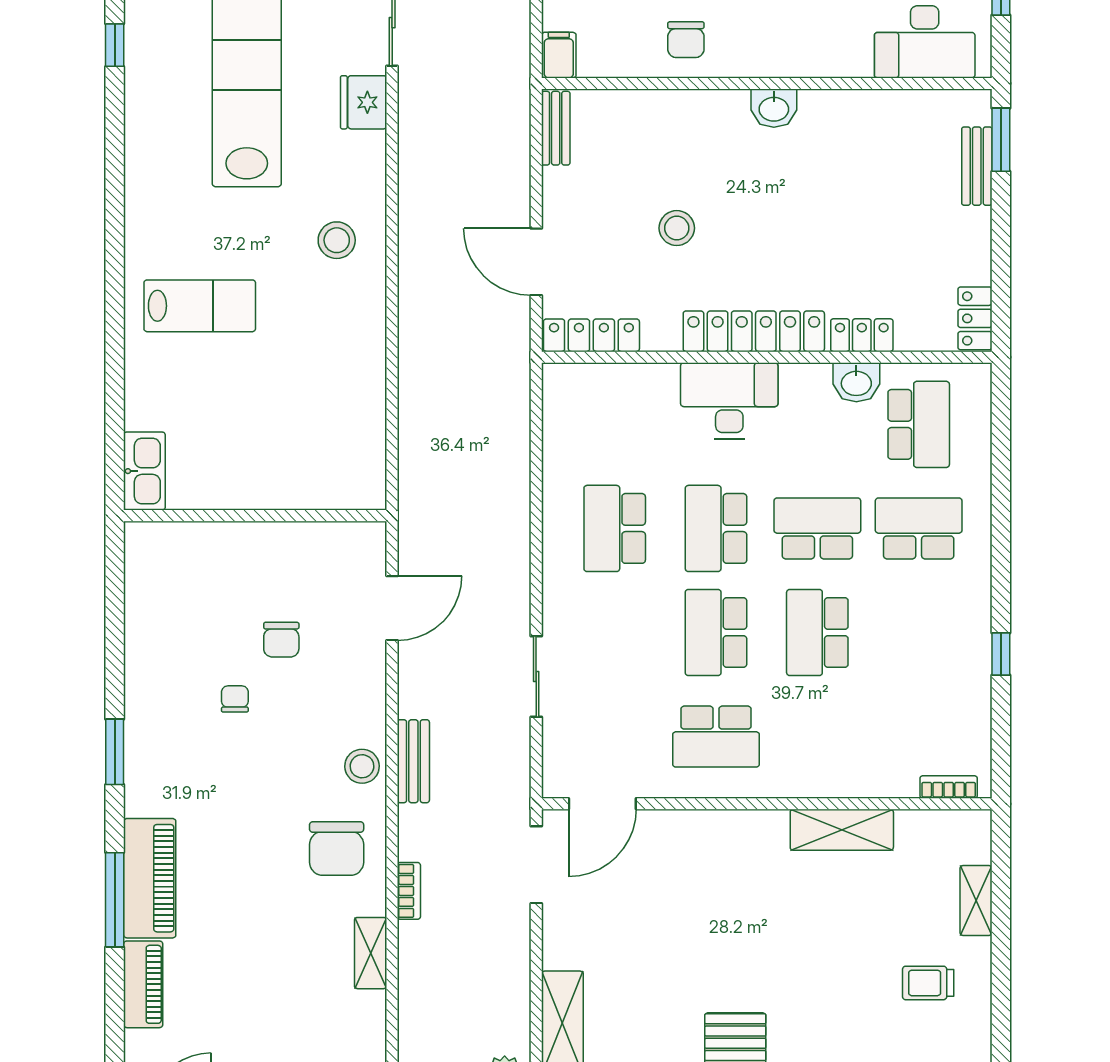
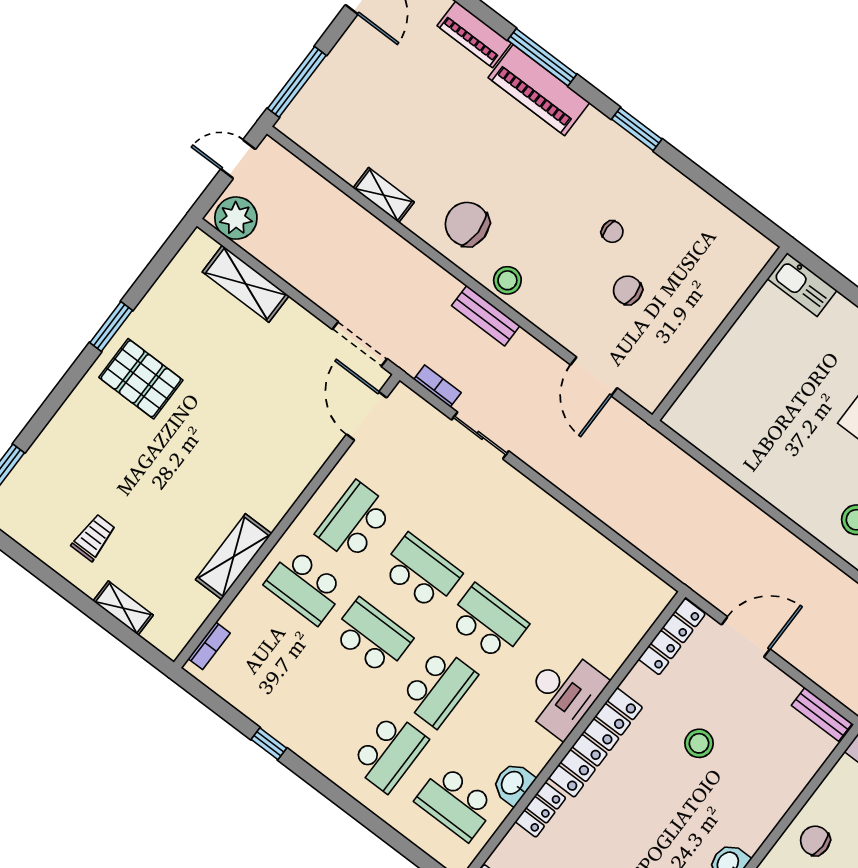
school desk: (615, 528) -> (305, 586), moved, turned 180
bookcase: (409, 891) -> (437, 386), moved, turned 180

